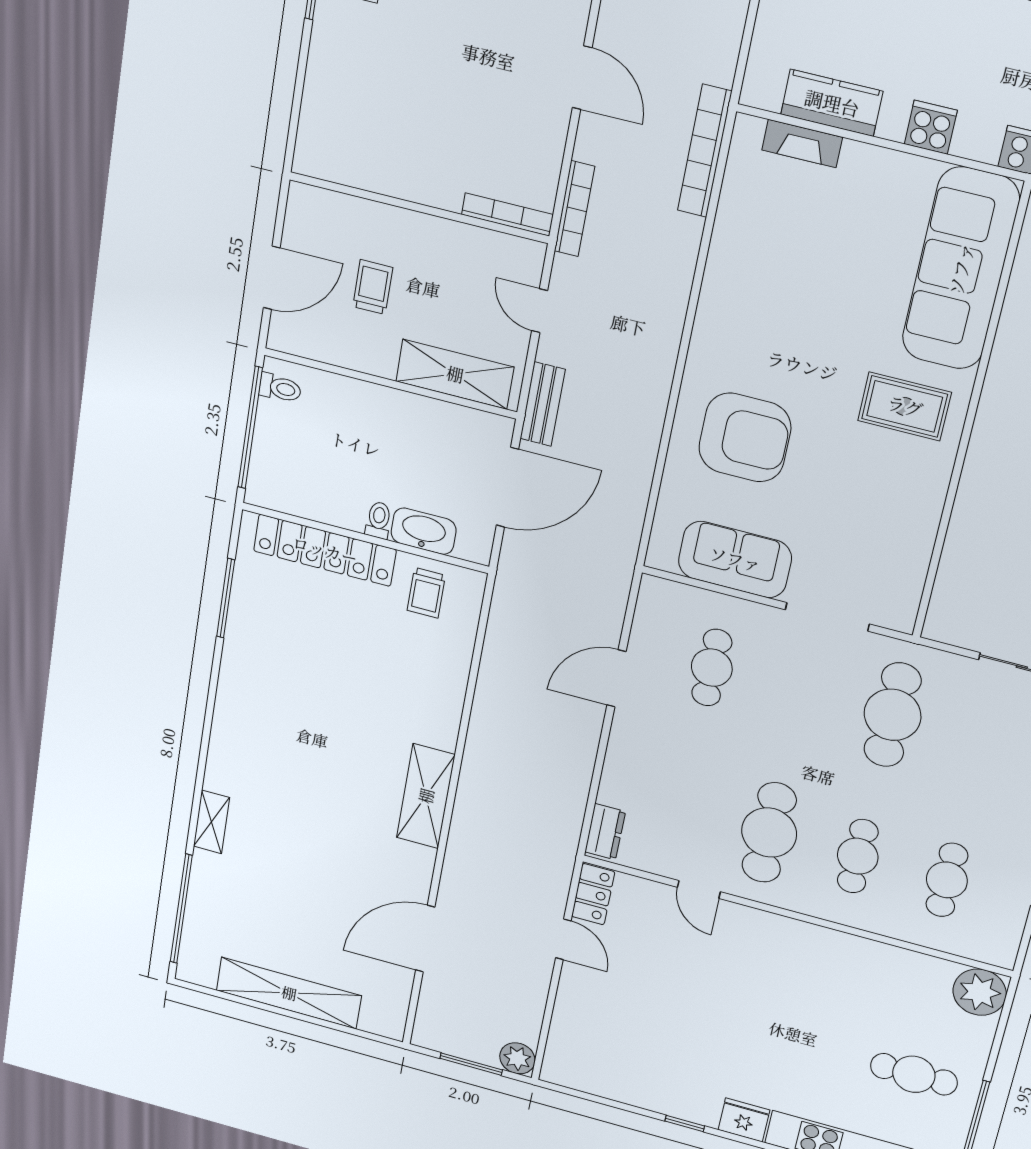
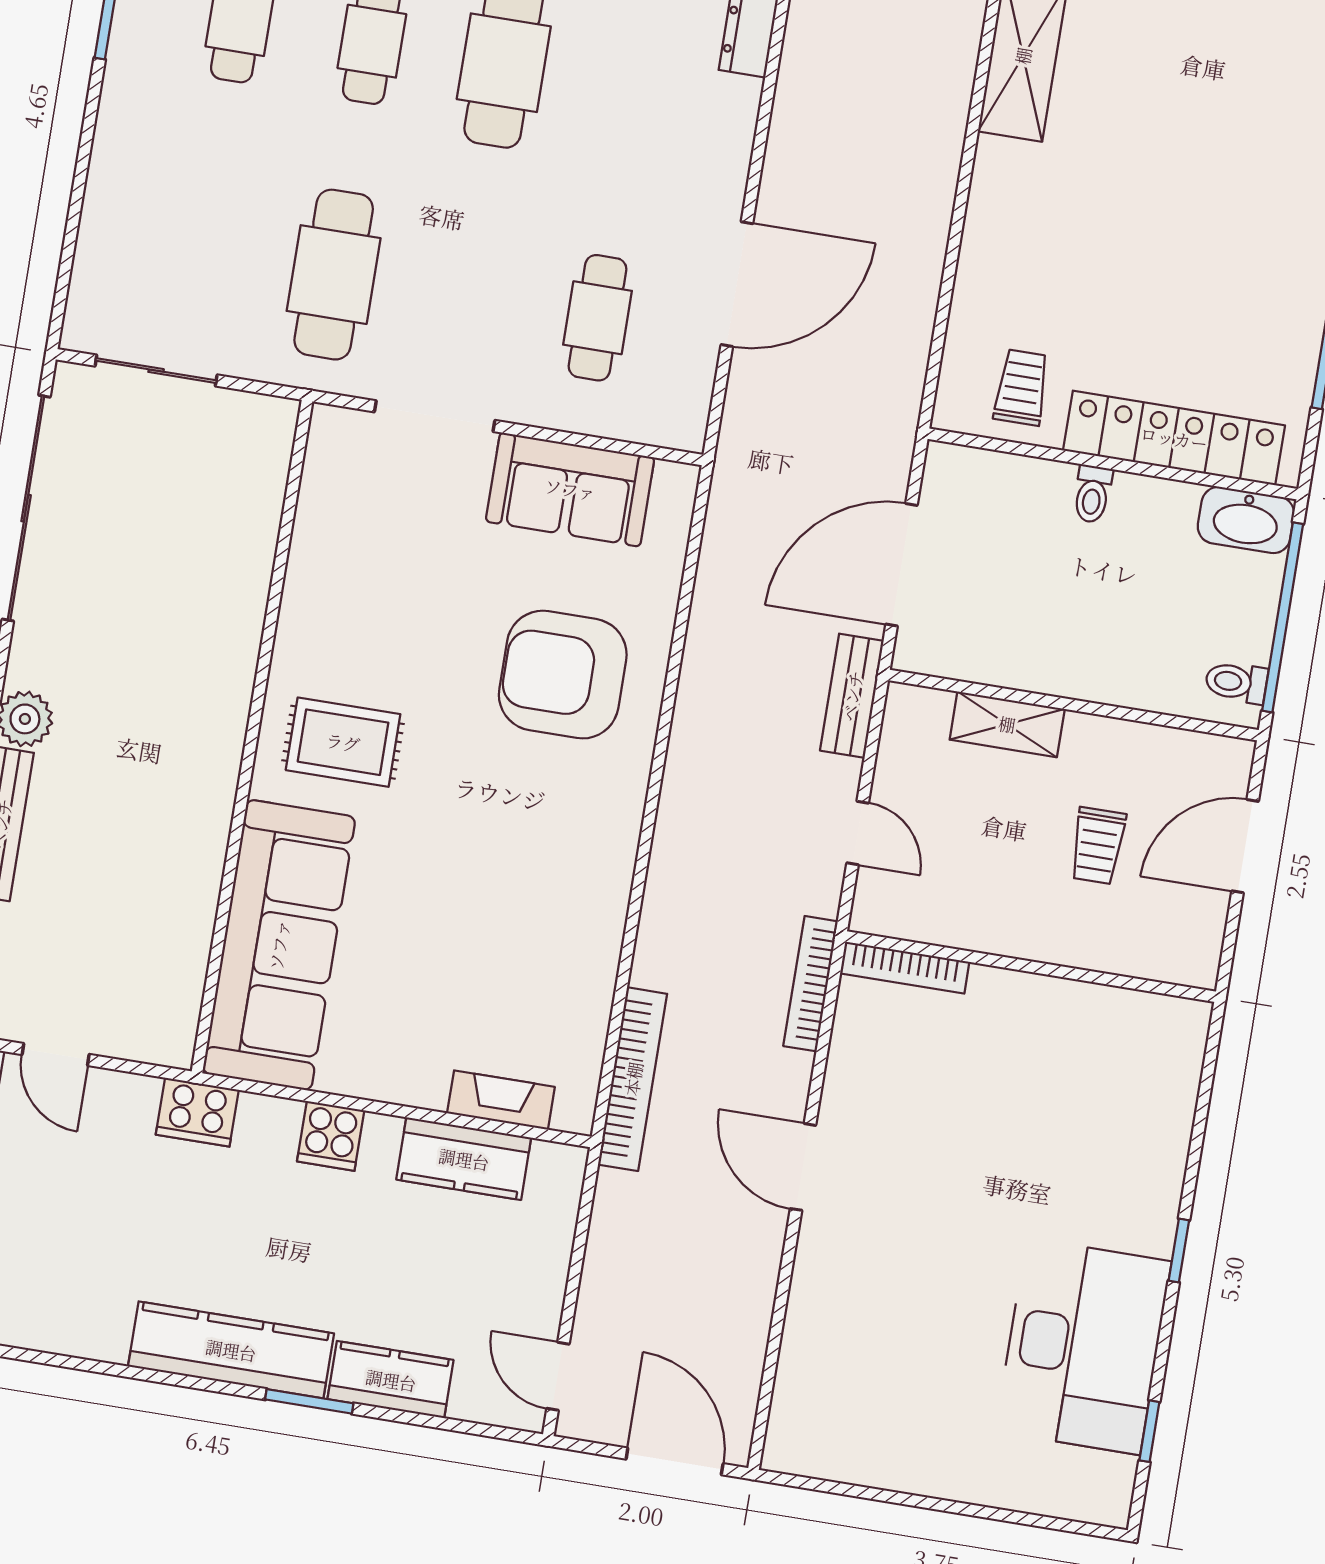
shelving: (455, 374) -> (1007, 724), width x0.67, depth x0.75
washbasin: (424, 531) -> (1246, 520), moved
door: (617, 678) -> (737, 284), width x1.36

